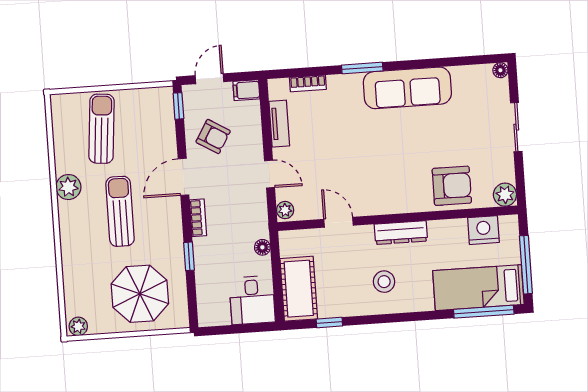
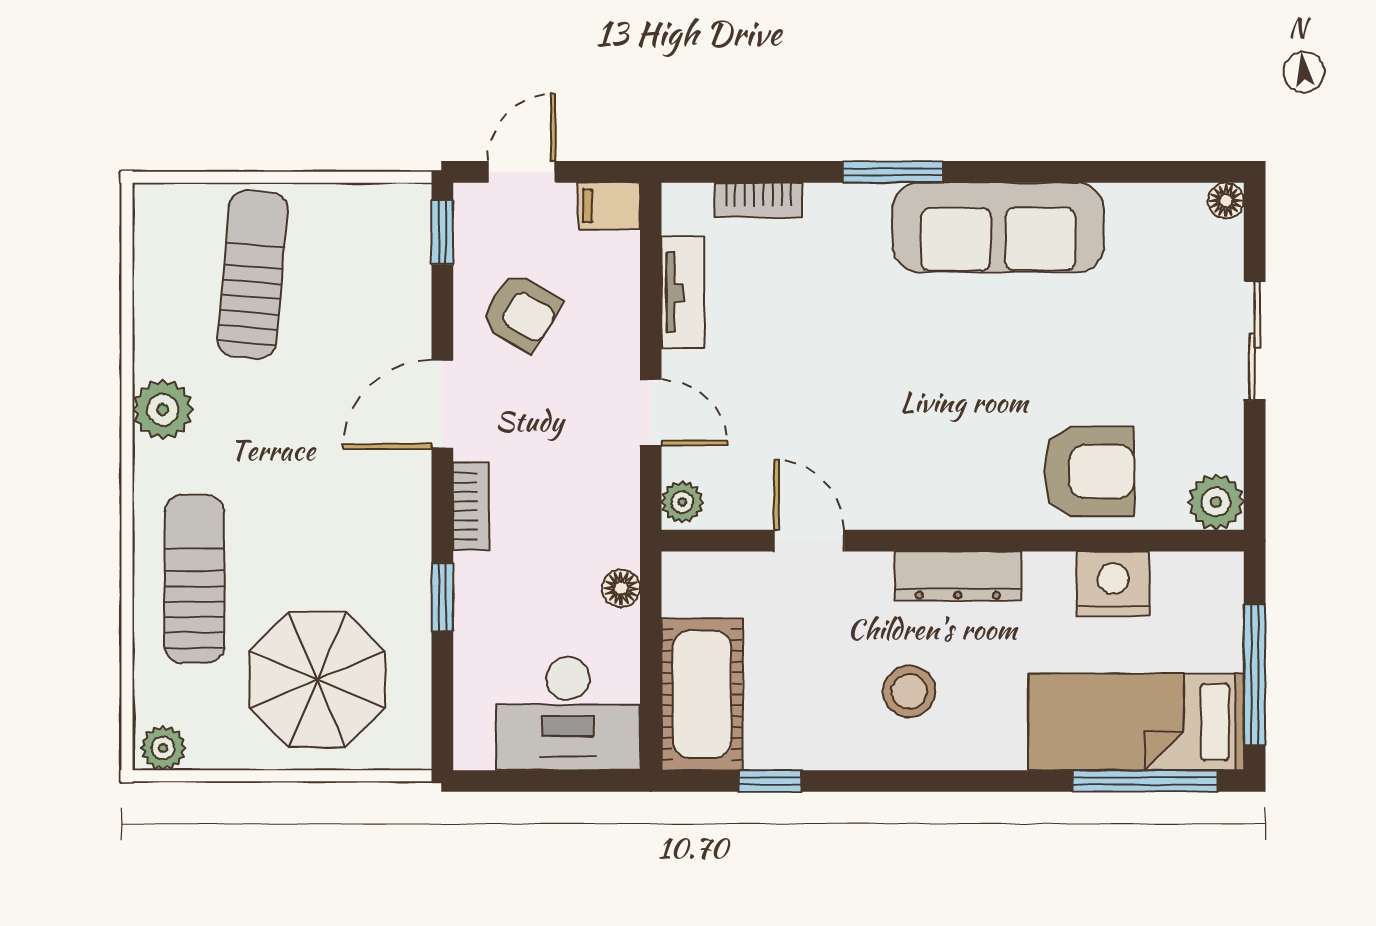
sun lounger: (120, 211) -> (194, 579), moved
nightstand: (483, 230) -> (1113, 584), moved
desk: (252, 300) -> (568, 714), width x1.37

